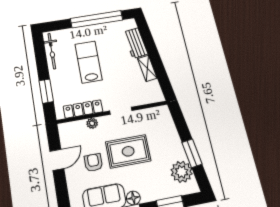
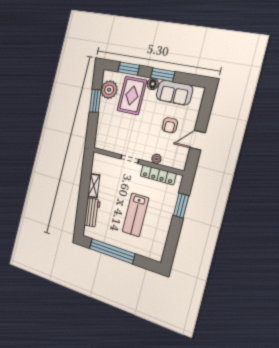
bicycle: (52, 51) -> (161, 241), removed
rug: (128, 151) -> (132, 95), moved, turned 90

